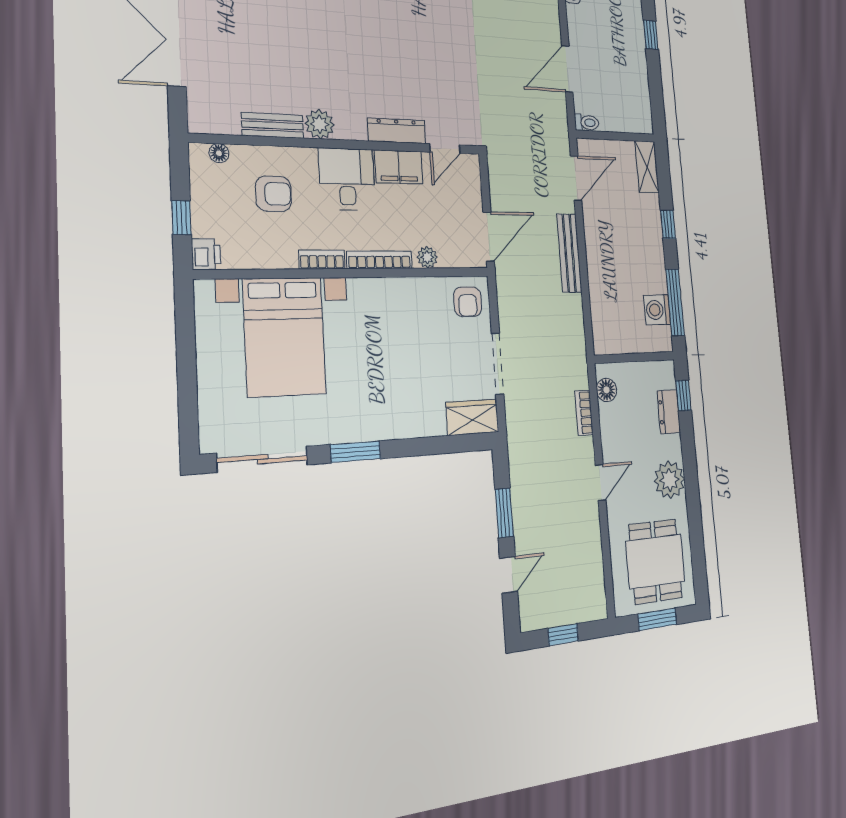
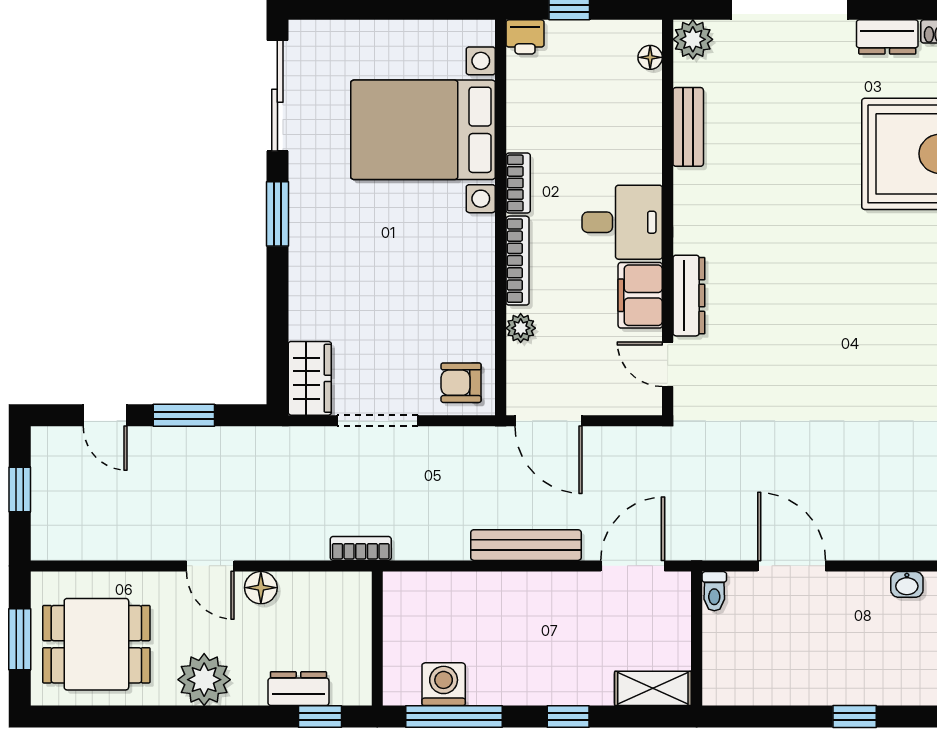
plant: (320, 124) -> (693, 39), moved
door: (576, 178) -> (633, 566), swing flipped
armchair: (274, 194) -> (601, 124), removed
floor lamp: (606, 390) -> (261, 588), moved
bookcase: (584, 413) -> (361, 548), moved

